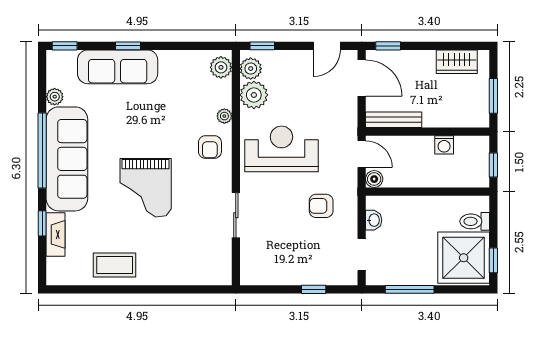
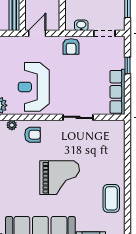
boiler: (374, 179) -> (54, 25), removed
armchair: (321, 206) -> (71, 47), moved
row of seats: (274, 274) -> (117, 92), added

